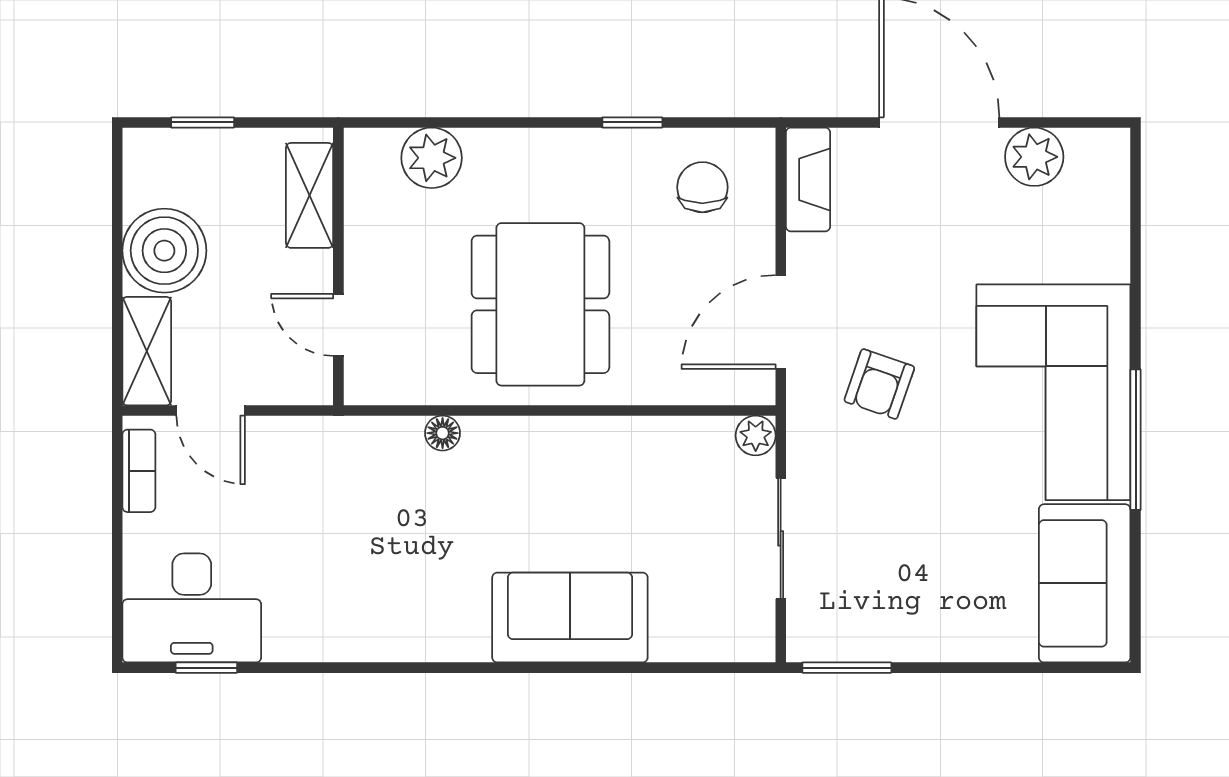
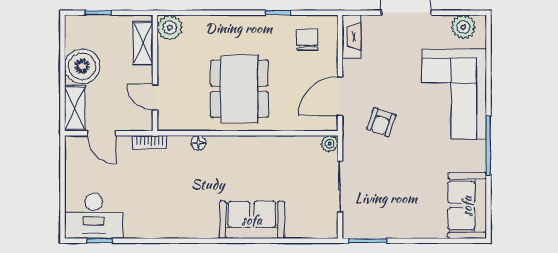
plant: (1034, 157) -> (463, 27), moved
plant: (432, 158) -> (170, 27), moved
corner sofa: (1053, 392) -> (454, 94), moved
bookcase: (139, 471) -> (150, 142), moved, turned 90

